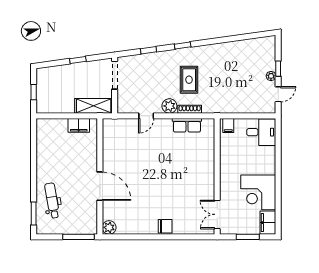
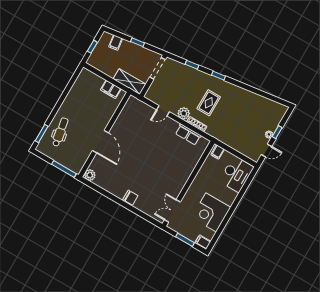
filing cabinet: (55, 74) -> (116, 43), added
desk: (261, 132) -> (236, 174), width x1.37
filing cabinet: (268, 223) -> (203, 242), width x0.50

